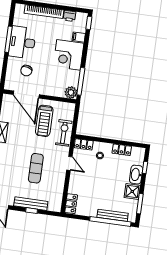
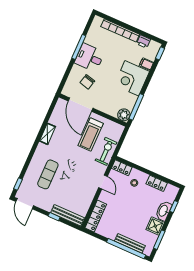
desk: (22, 42) -> (89, 58), width x0.73
exercise mat: (36, 168) -> (48, 174), moved
bench: (31, 204) -> (67, 215), moved
locker: (71, 204) -> (96, 216), width x1.53

